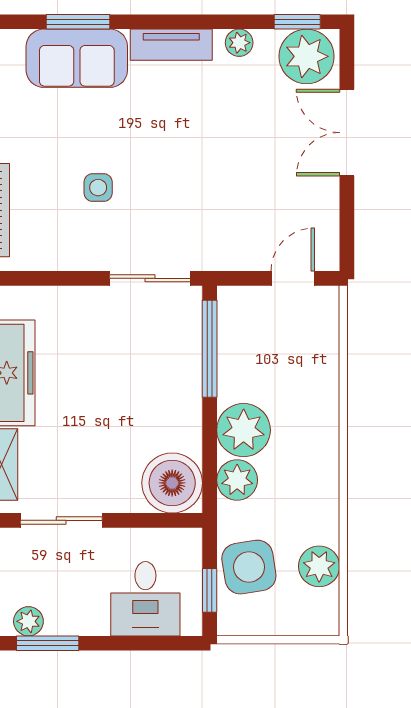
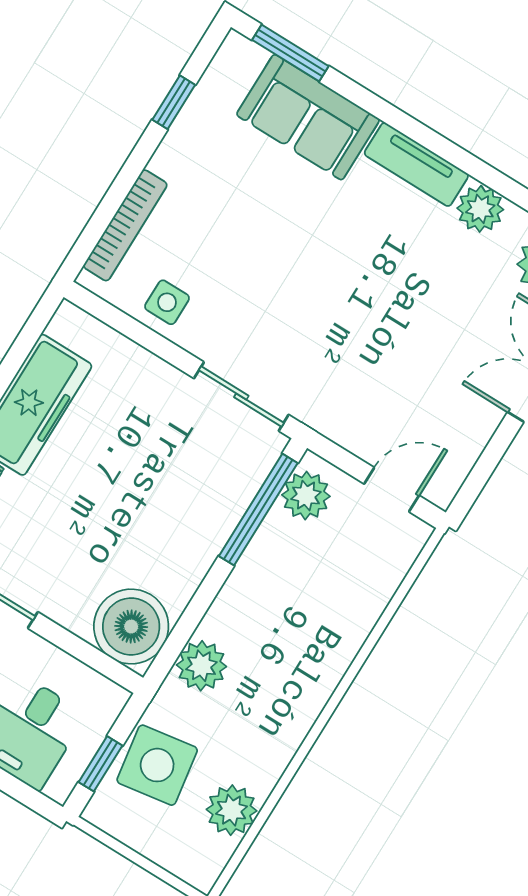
window: (78, 22) -> (290, 53), moved
plant: (239, 43) -> (480, 209), width x1.38, depth x1.38
side table: (98, 188) -> (167, 302), moved
plant: (244, 430) -> (306, 496), moved, width x0.73, depth x0.73

